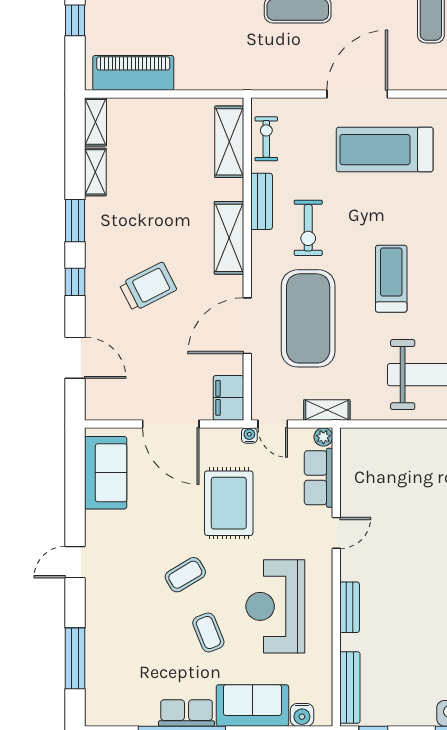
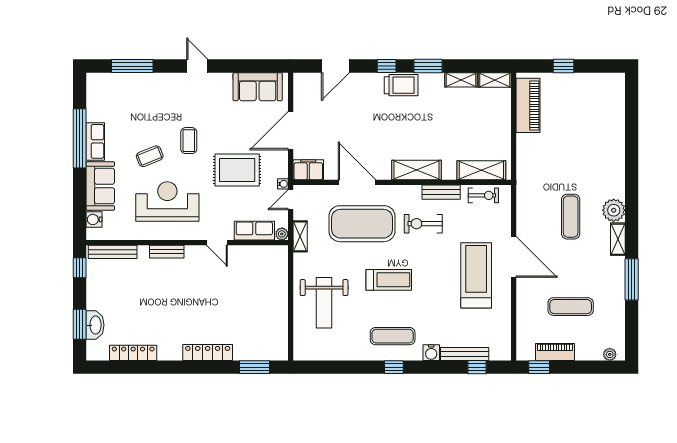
trolley: (148, 287) -> (401, 85), moved, turned -63
coffee table: (185, 575) -> (189, 141), turned 31

